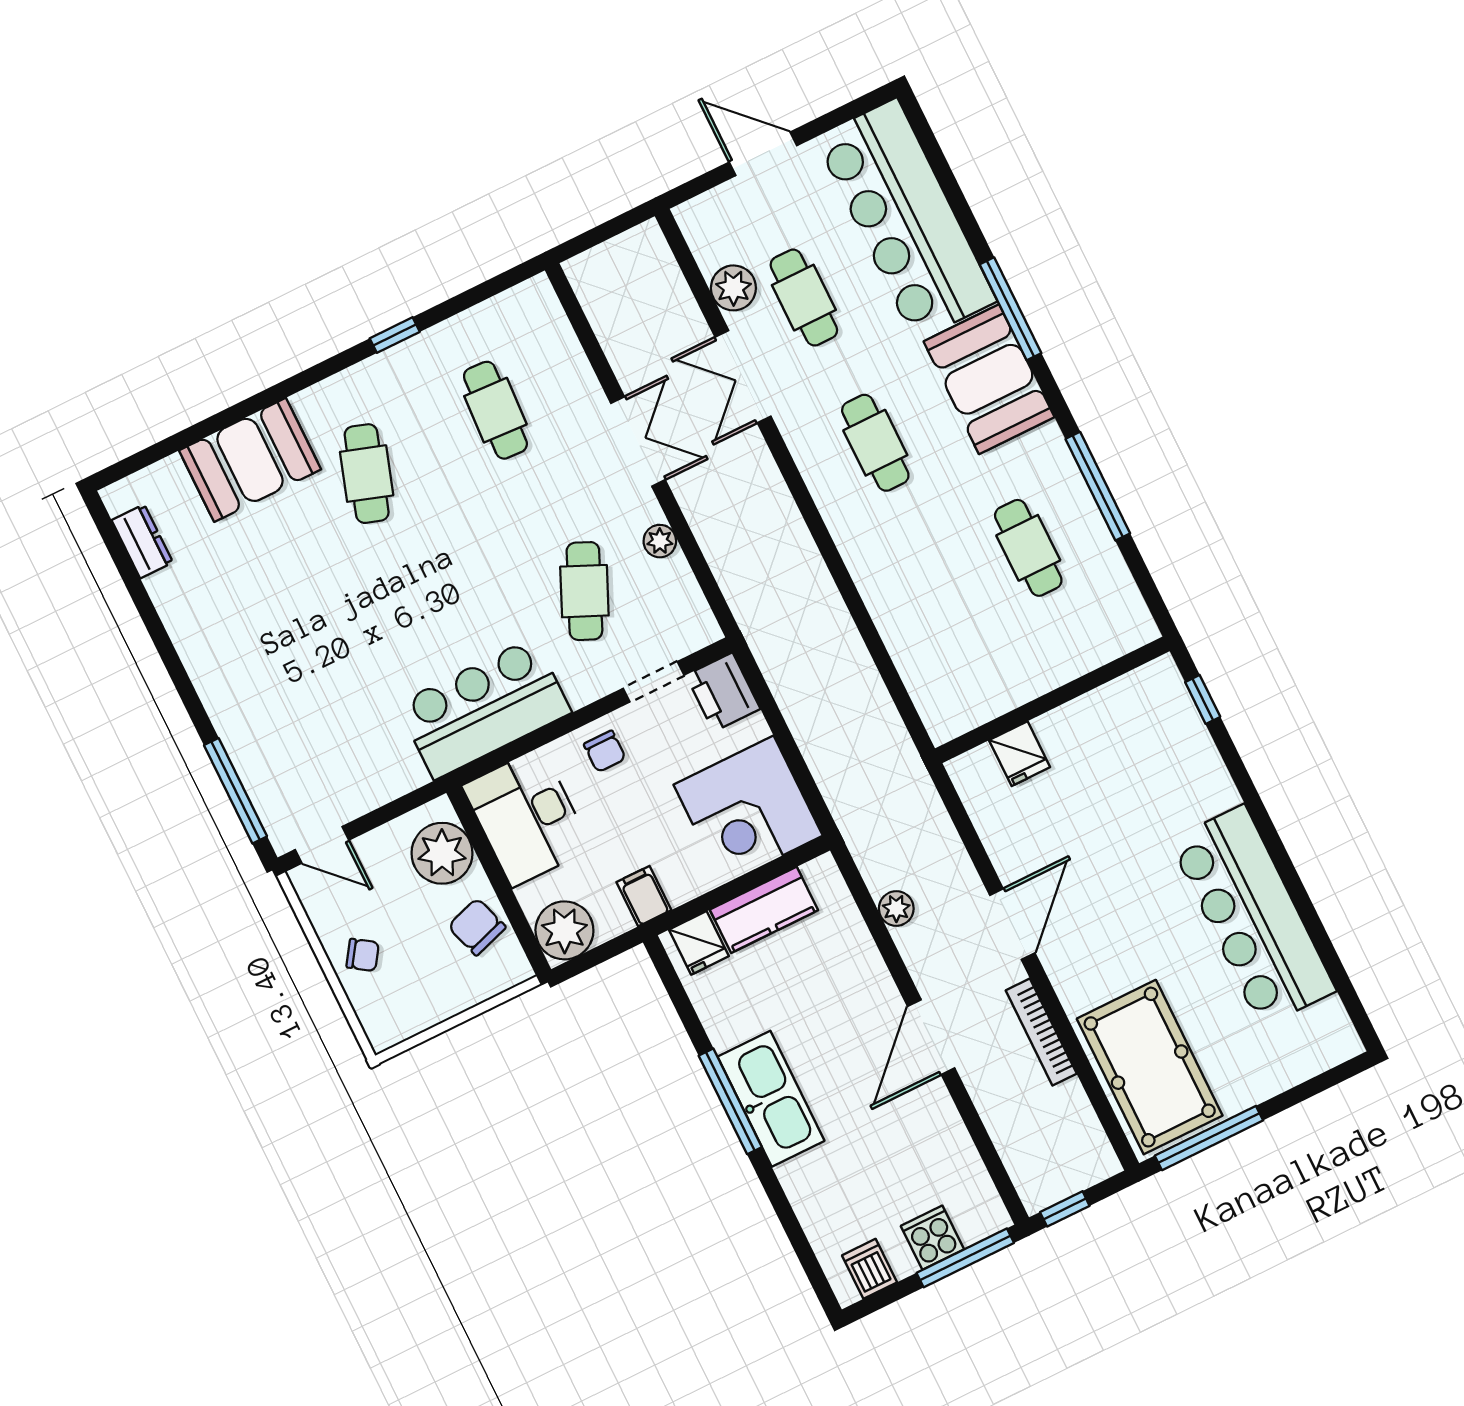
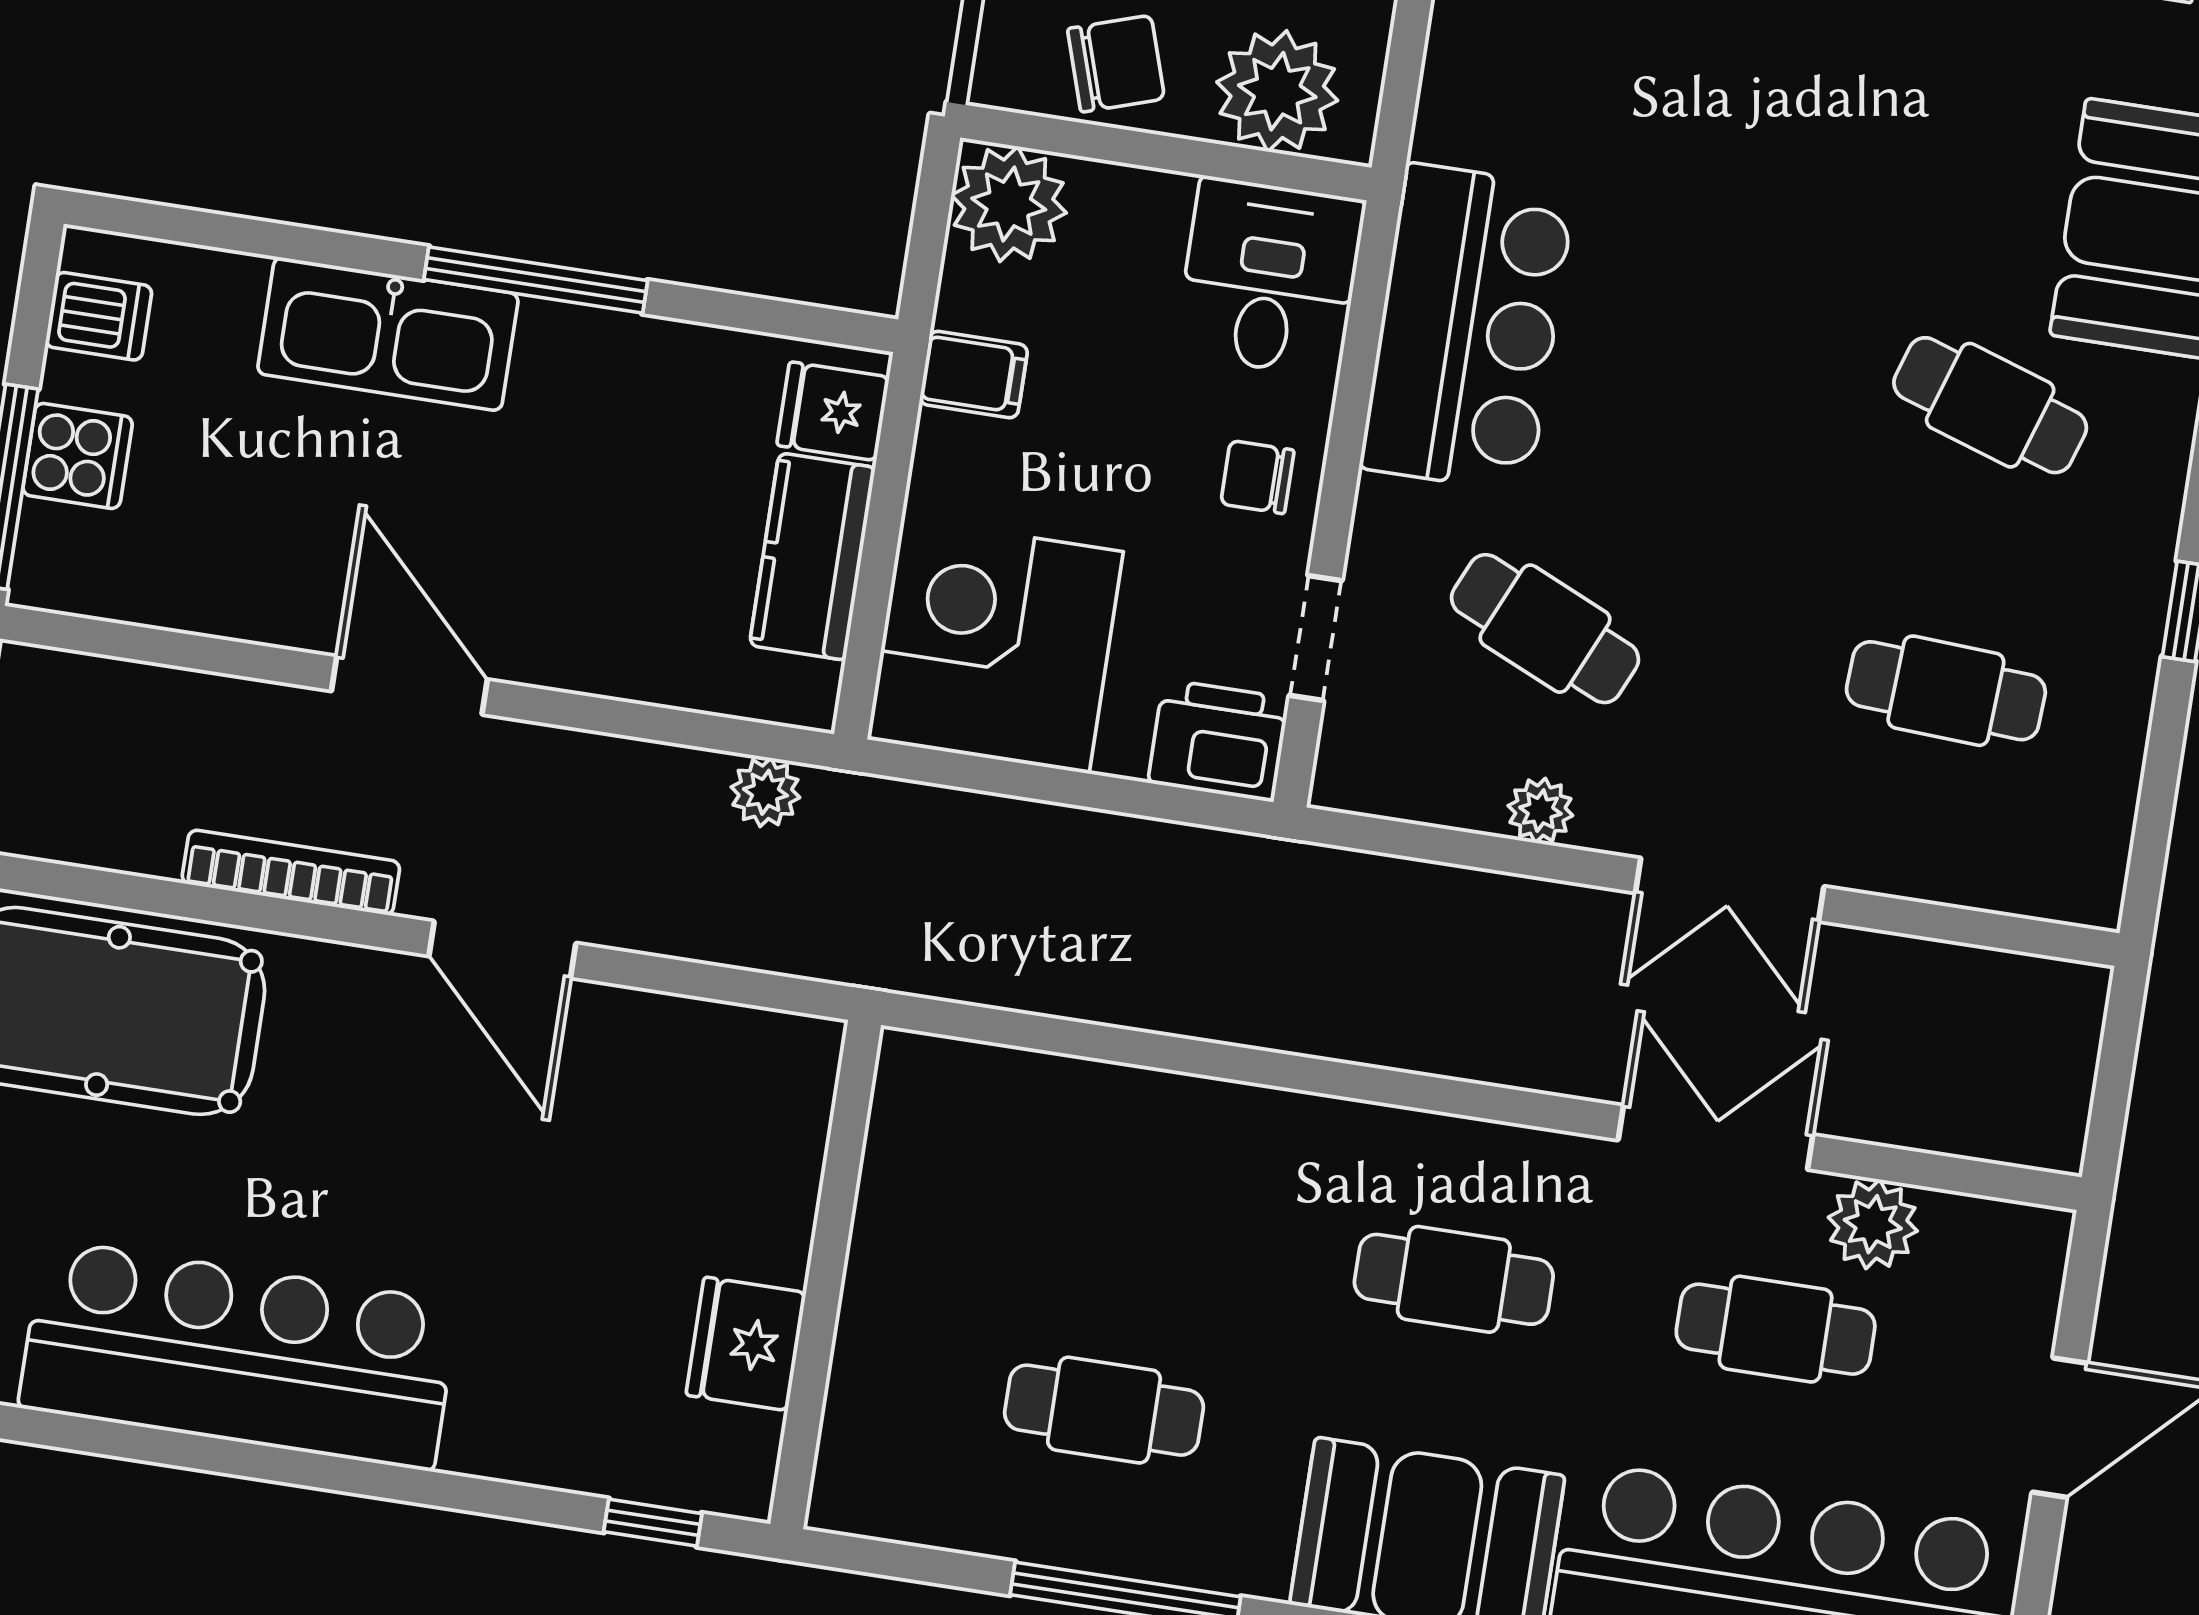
fridge: (1020, 754) -> (746, 1344), moved, width x1.38
desk: (527, 817) -> (1270, 277), width x0.73
plant: (896, 908) -> (765, 792), moved
kitchen sink: (771, 1099) -> (388, 334), moved

